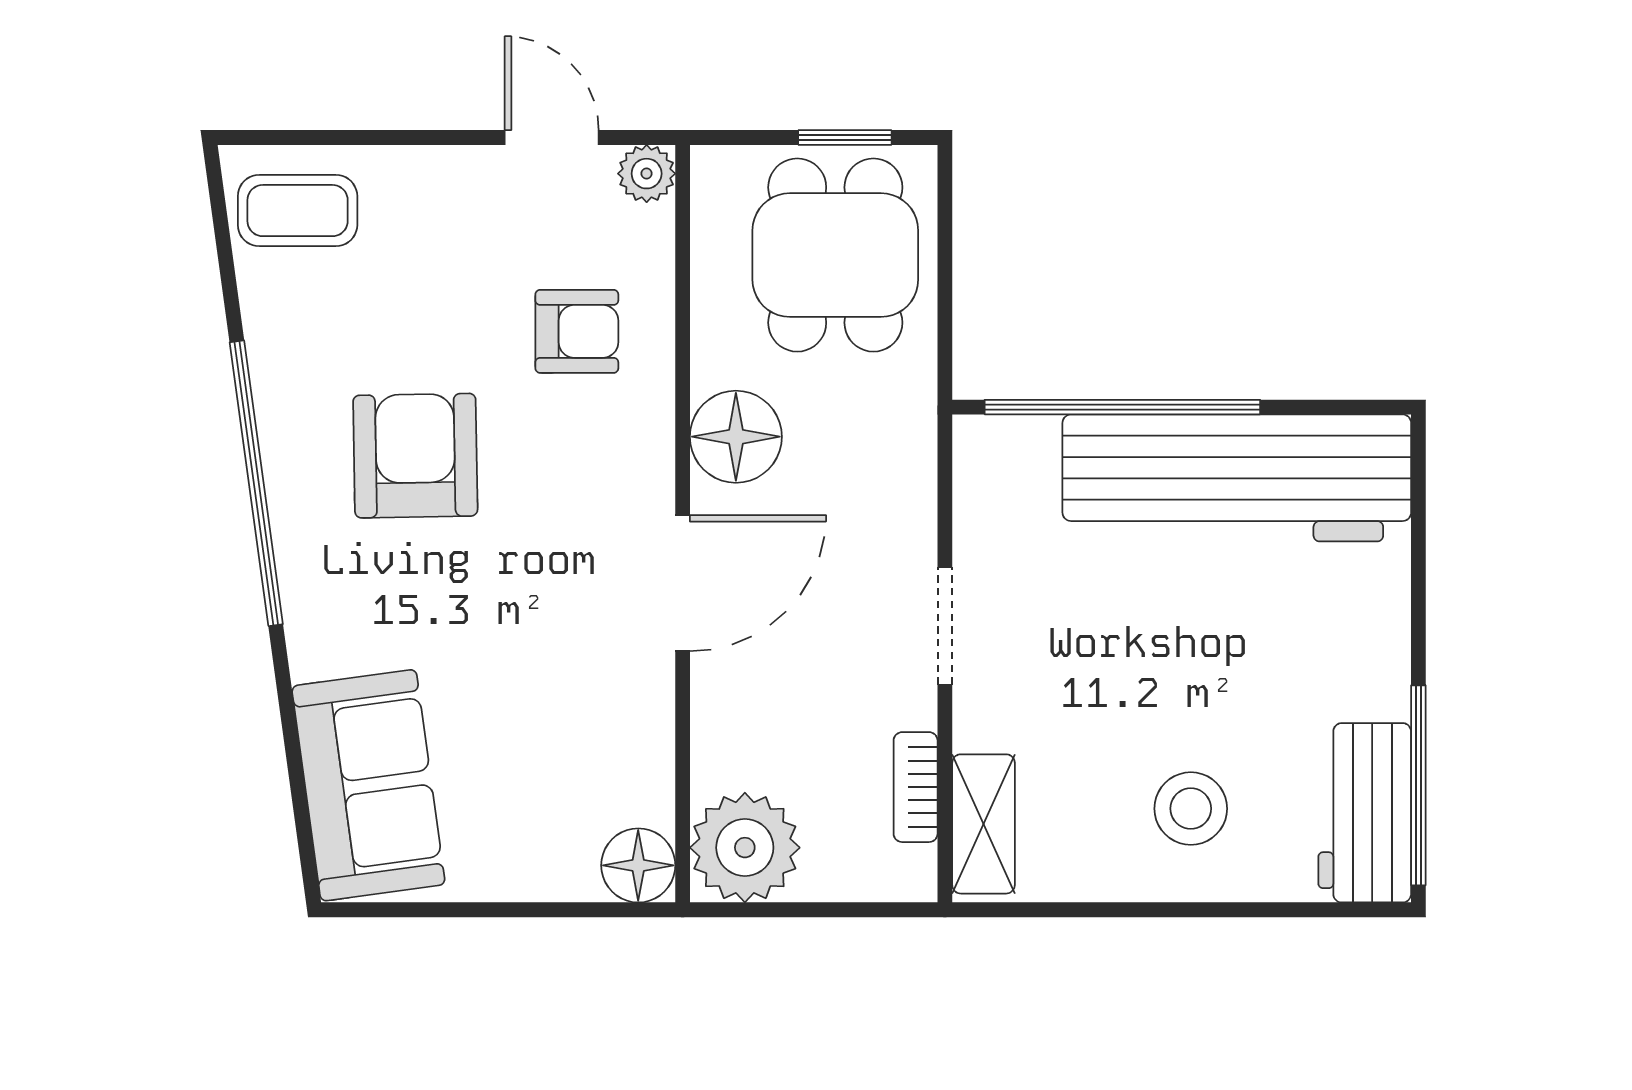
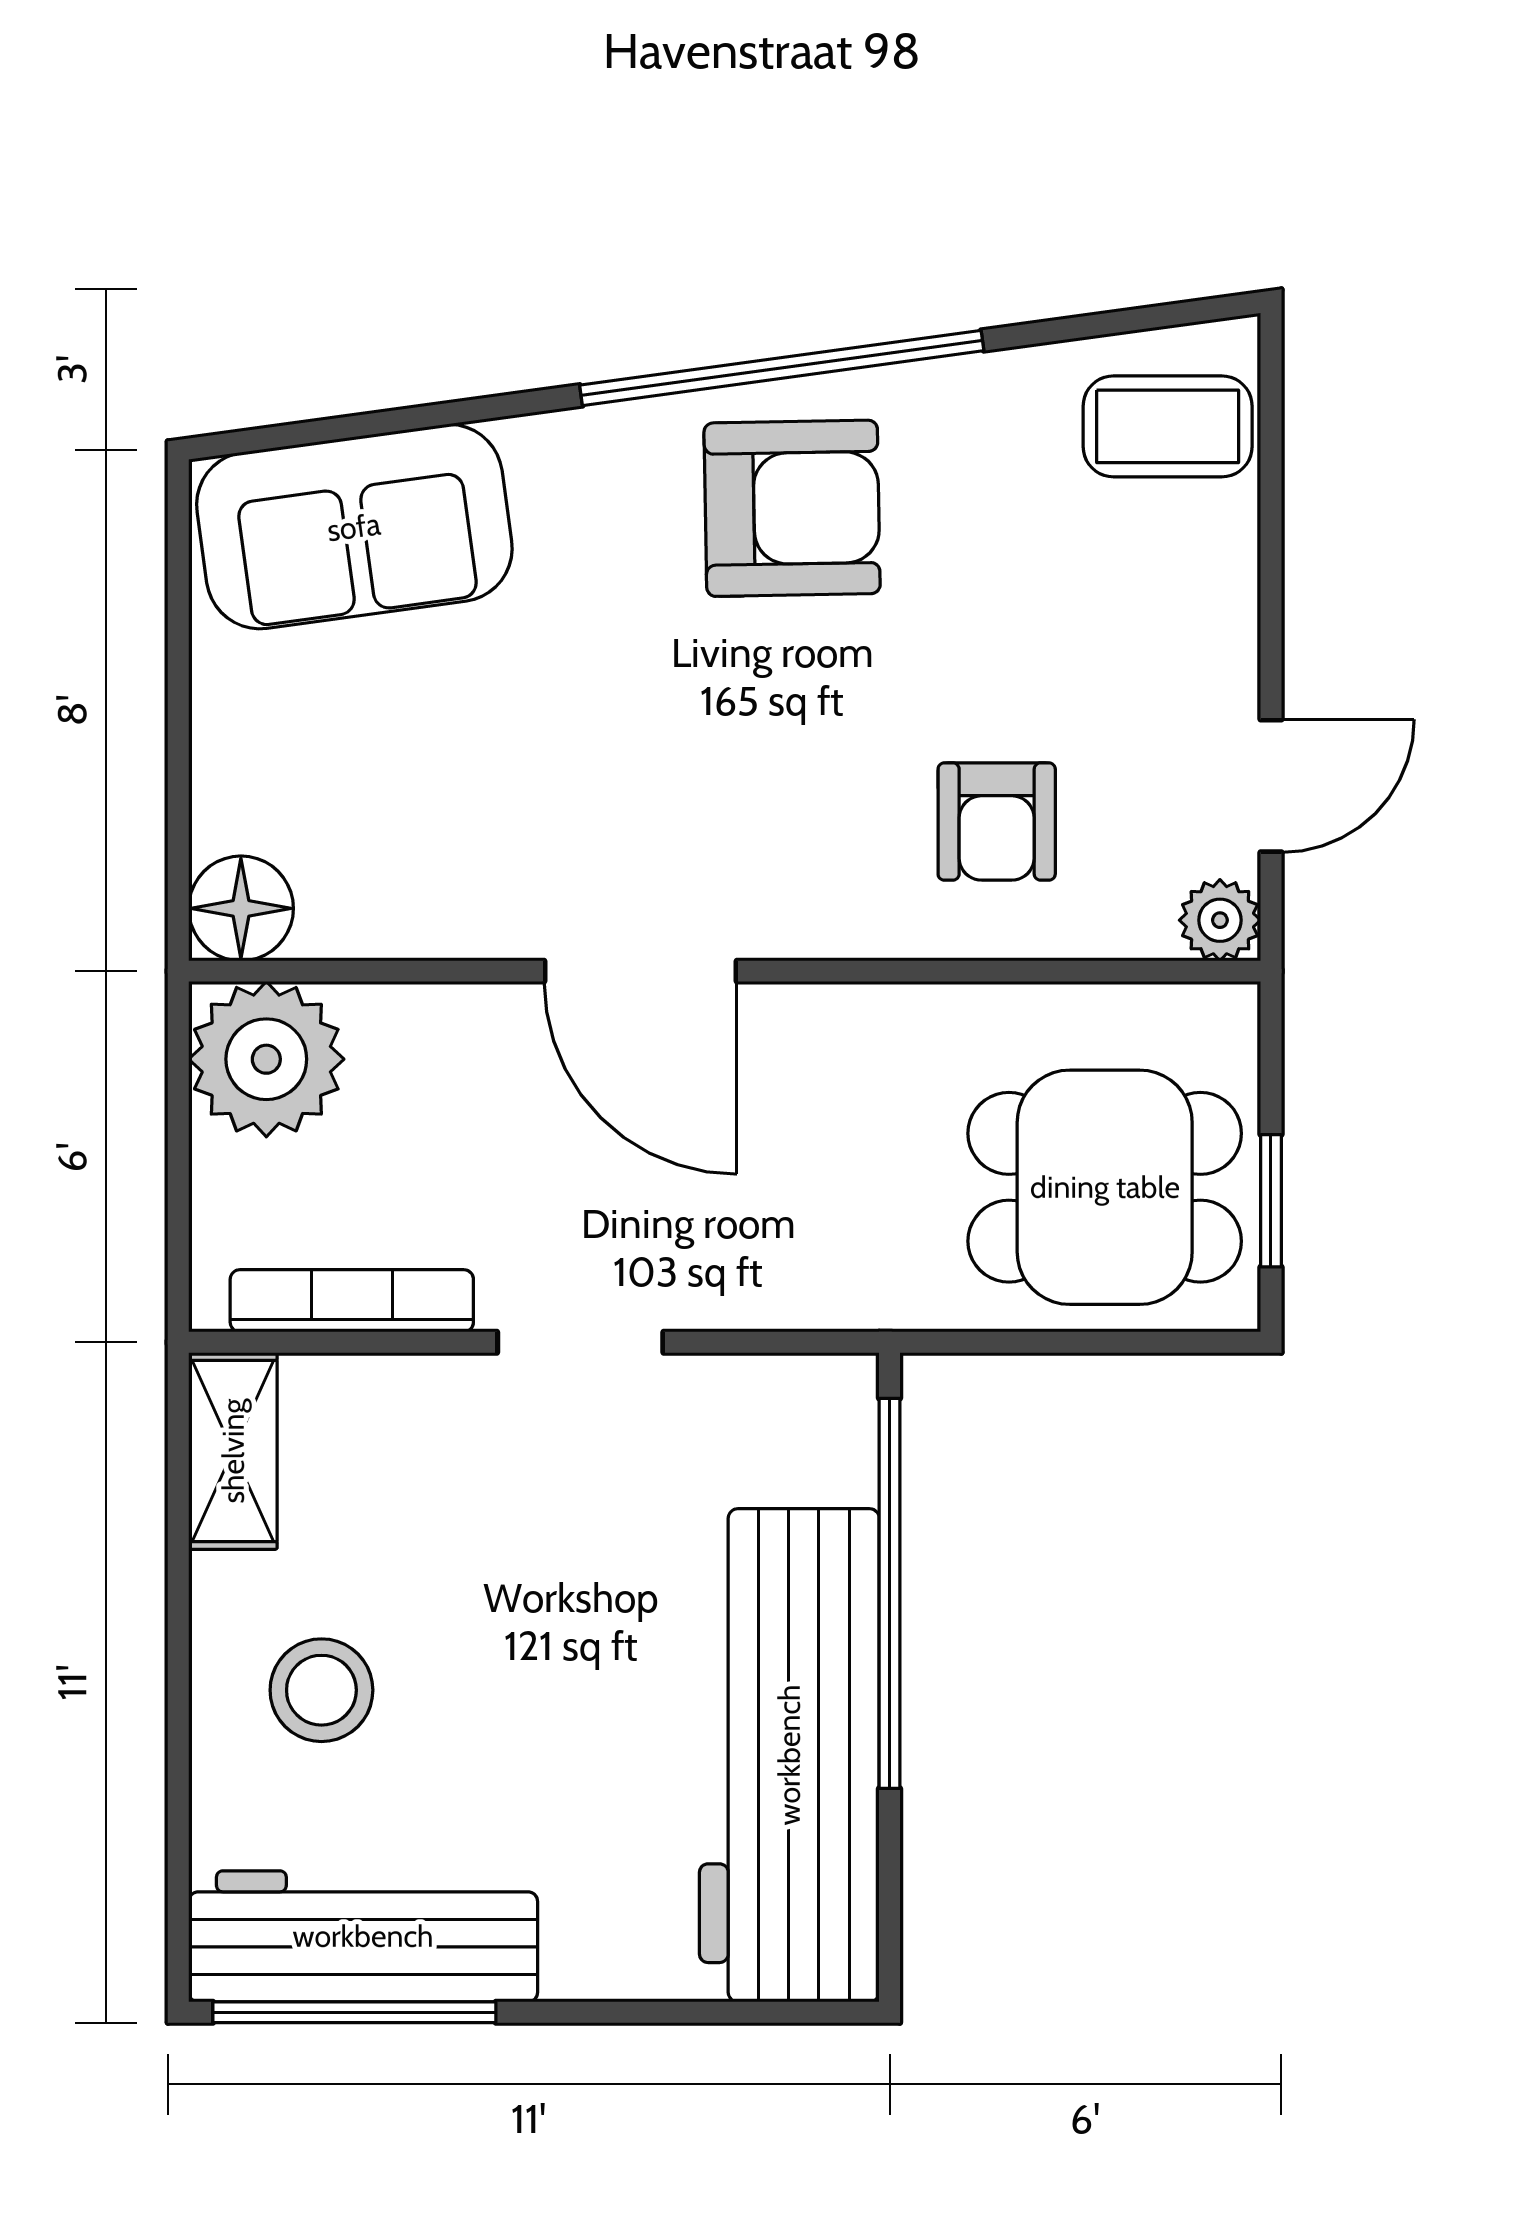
coffee table: (298, 211) -> (1168, 426), turned 90
floor lamp: (736, 437) -> (848, 1047), removed
armchair: (415, 456) -> (792, 508), moved
bookcase: (916, 787) -> (352, 1301), width x1.56
workbench: (1365, 813) -> (363, 1936), width x1.38
shelving: (983, 824) -> (233, 1451), moved, turned 90

